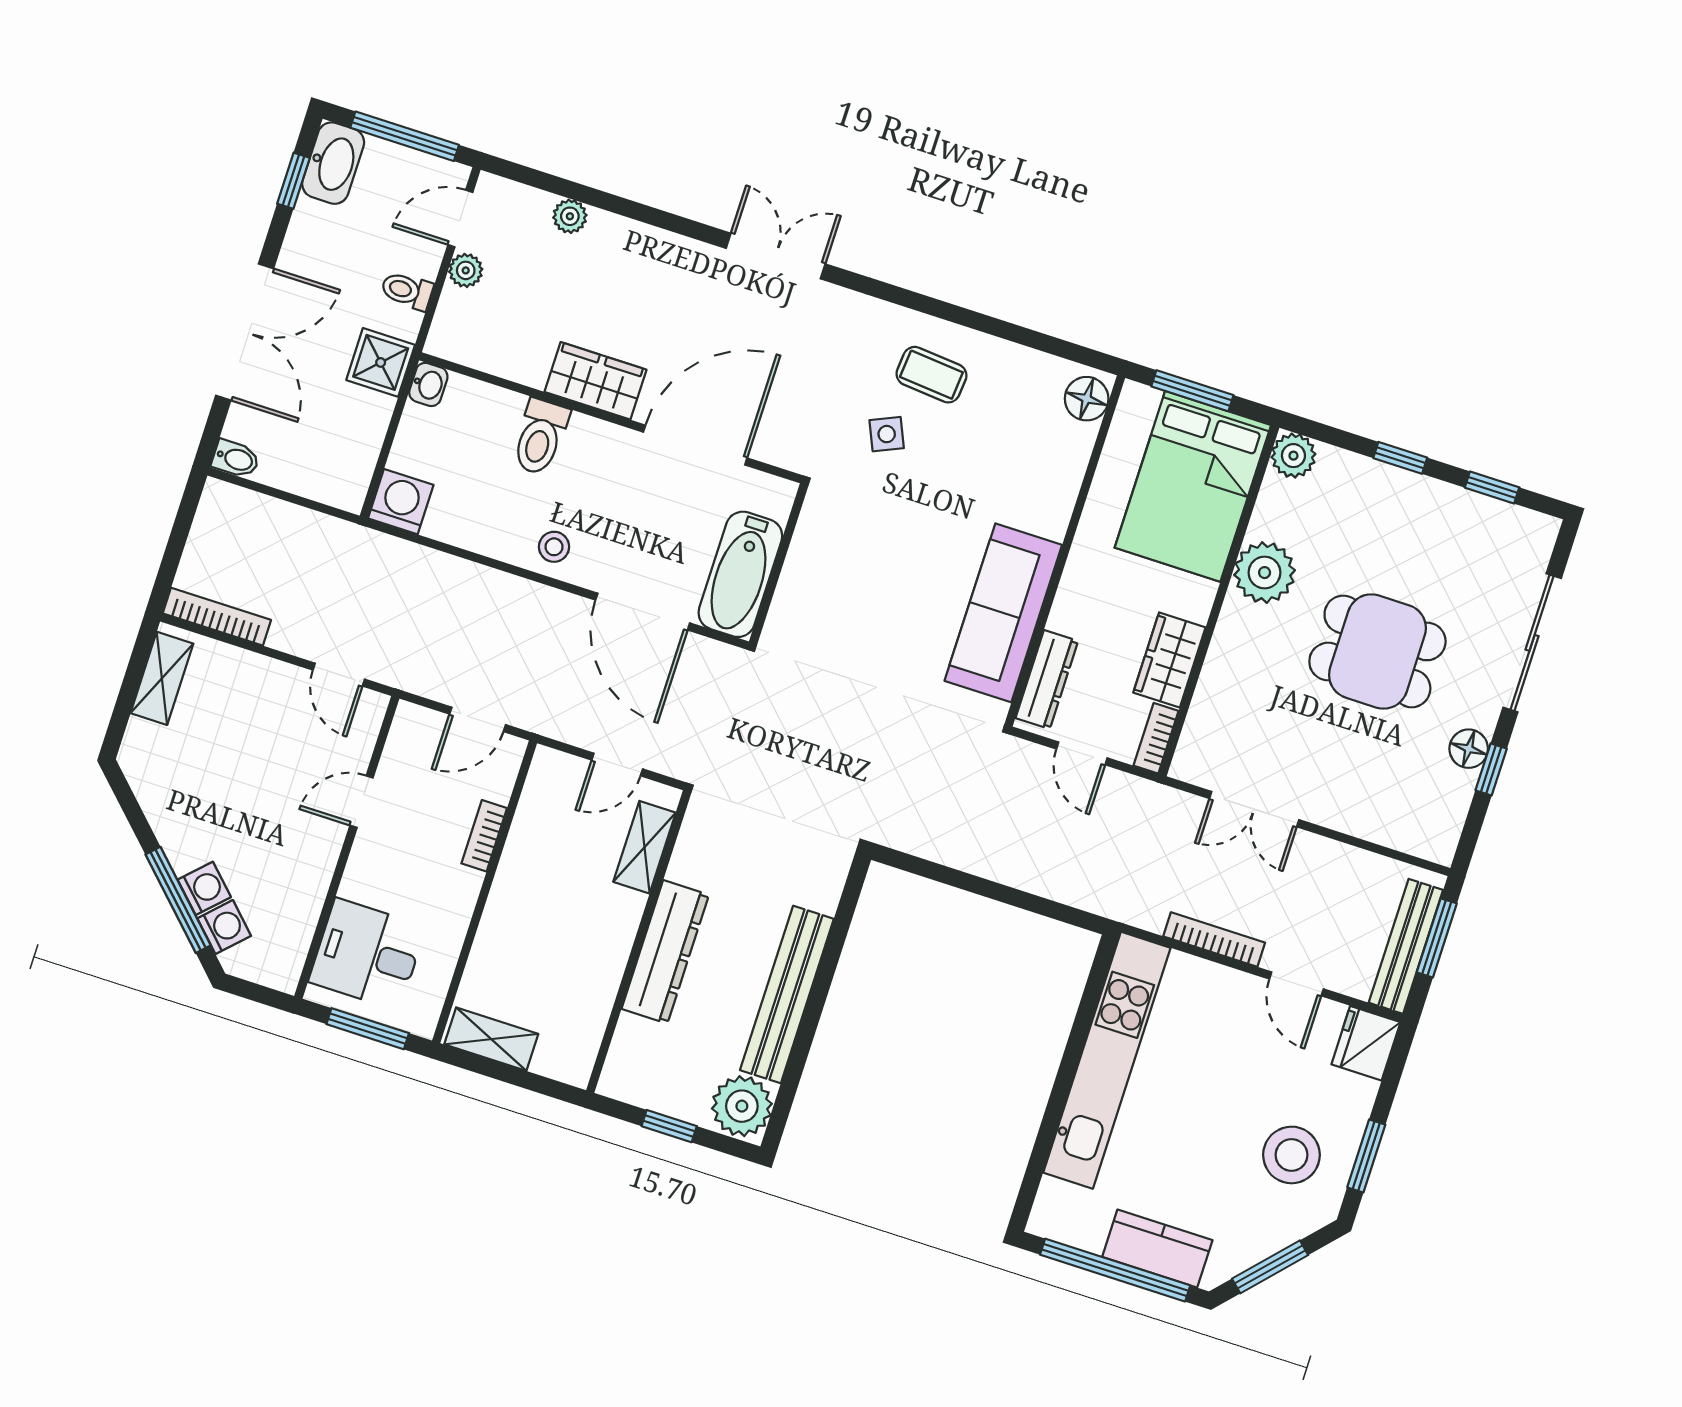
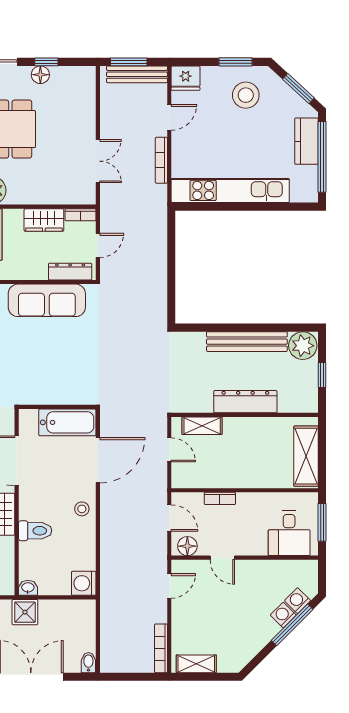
floor lamp: (408, 738) -> (187, 546), added
shelving: (491, 1039) -> (306, 456), width x1.50, depth x1.33

